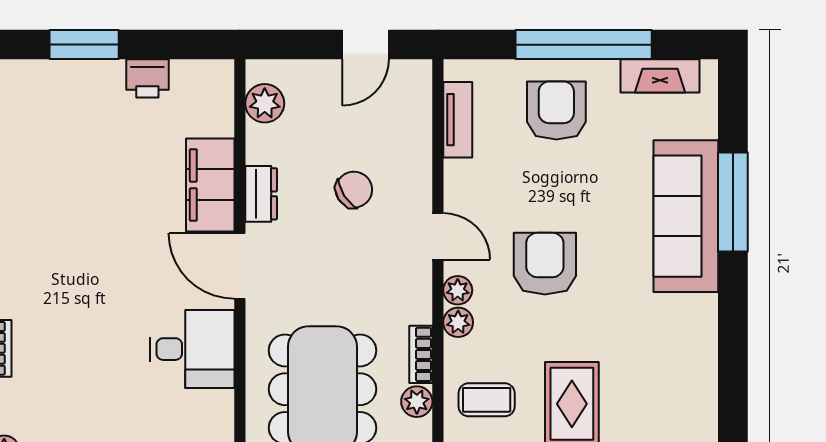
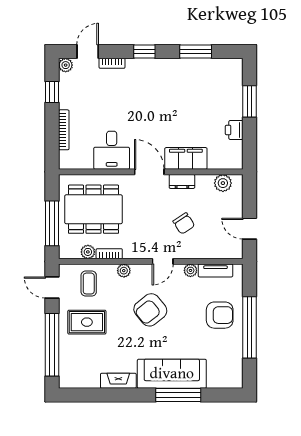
fireplace: (660, 76) -> (118, 381), moved, turned 90
armchair: (545, 264) -> (150, 310), turned 141
door: (240, 266) -> (149, 172), hinge flipped
plant: (458, 290) -> (190, 270), moved

